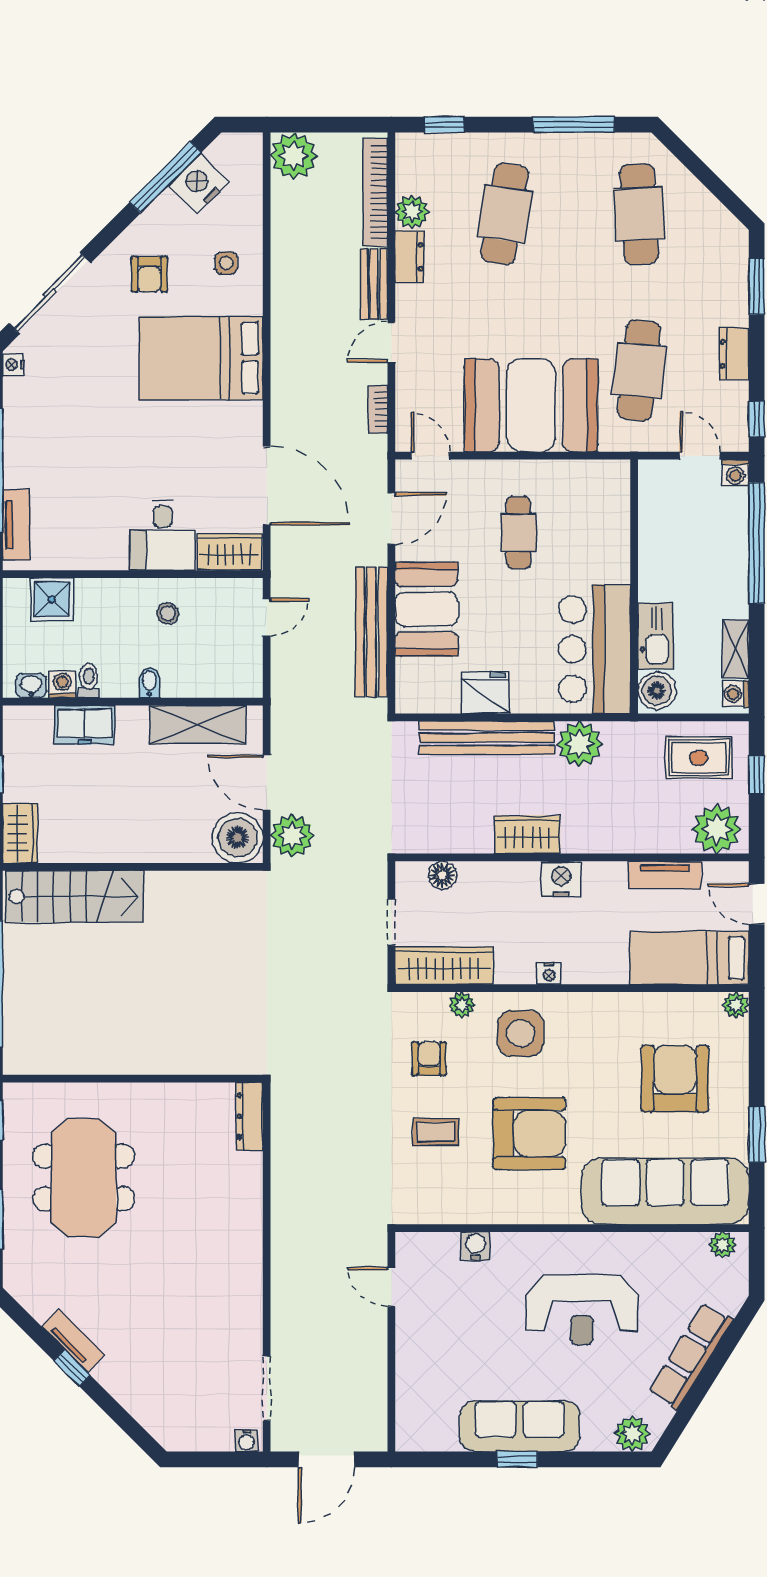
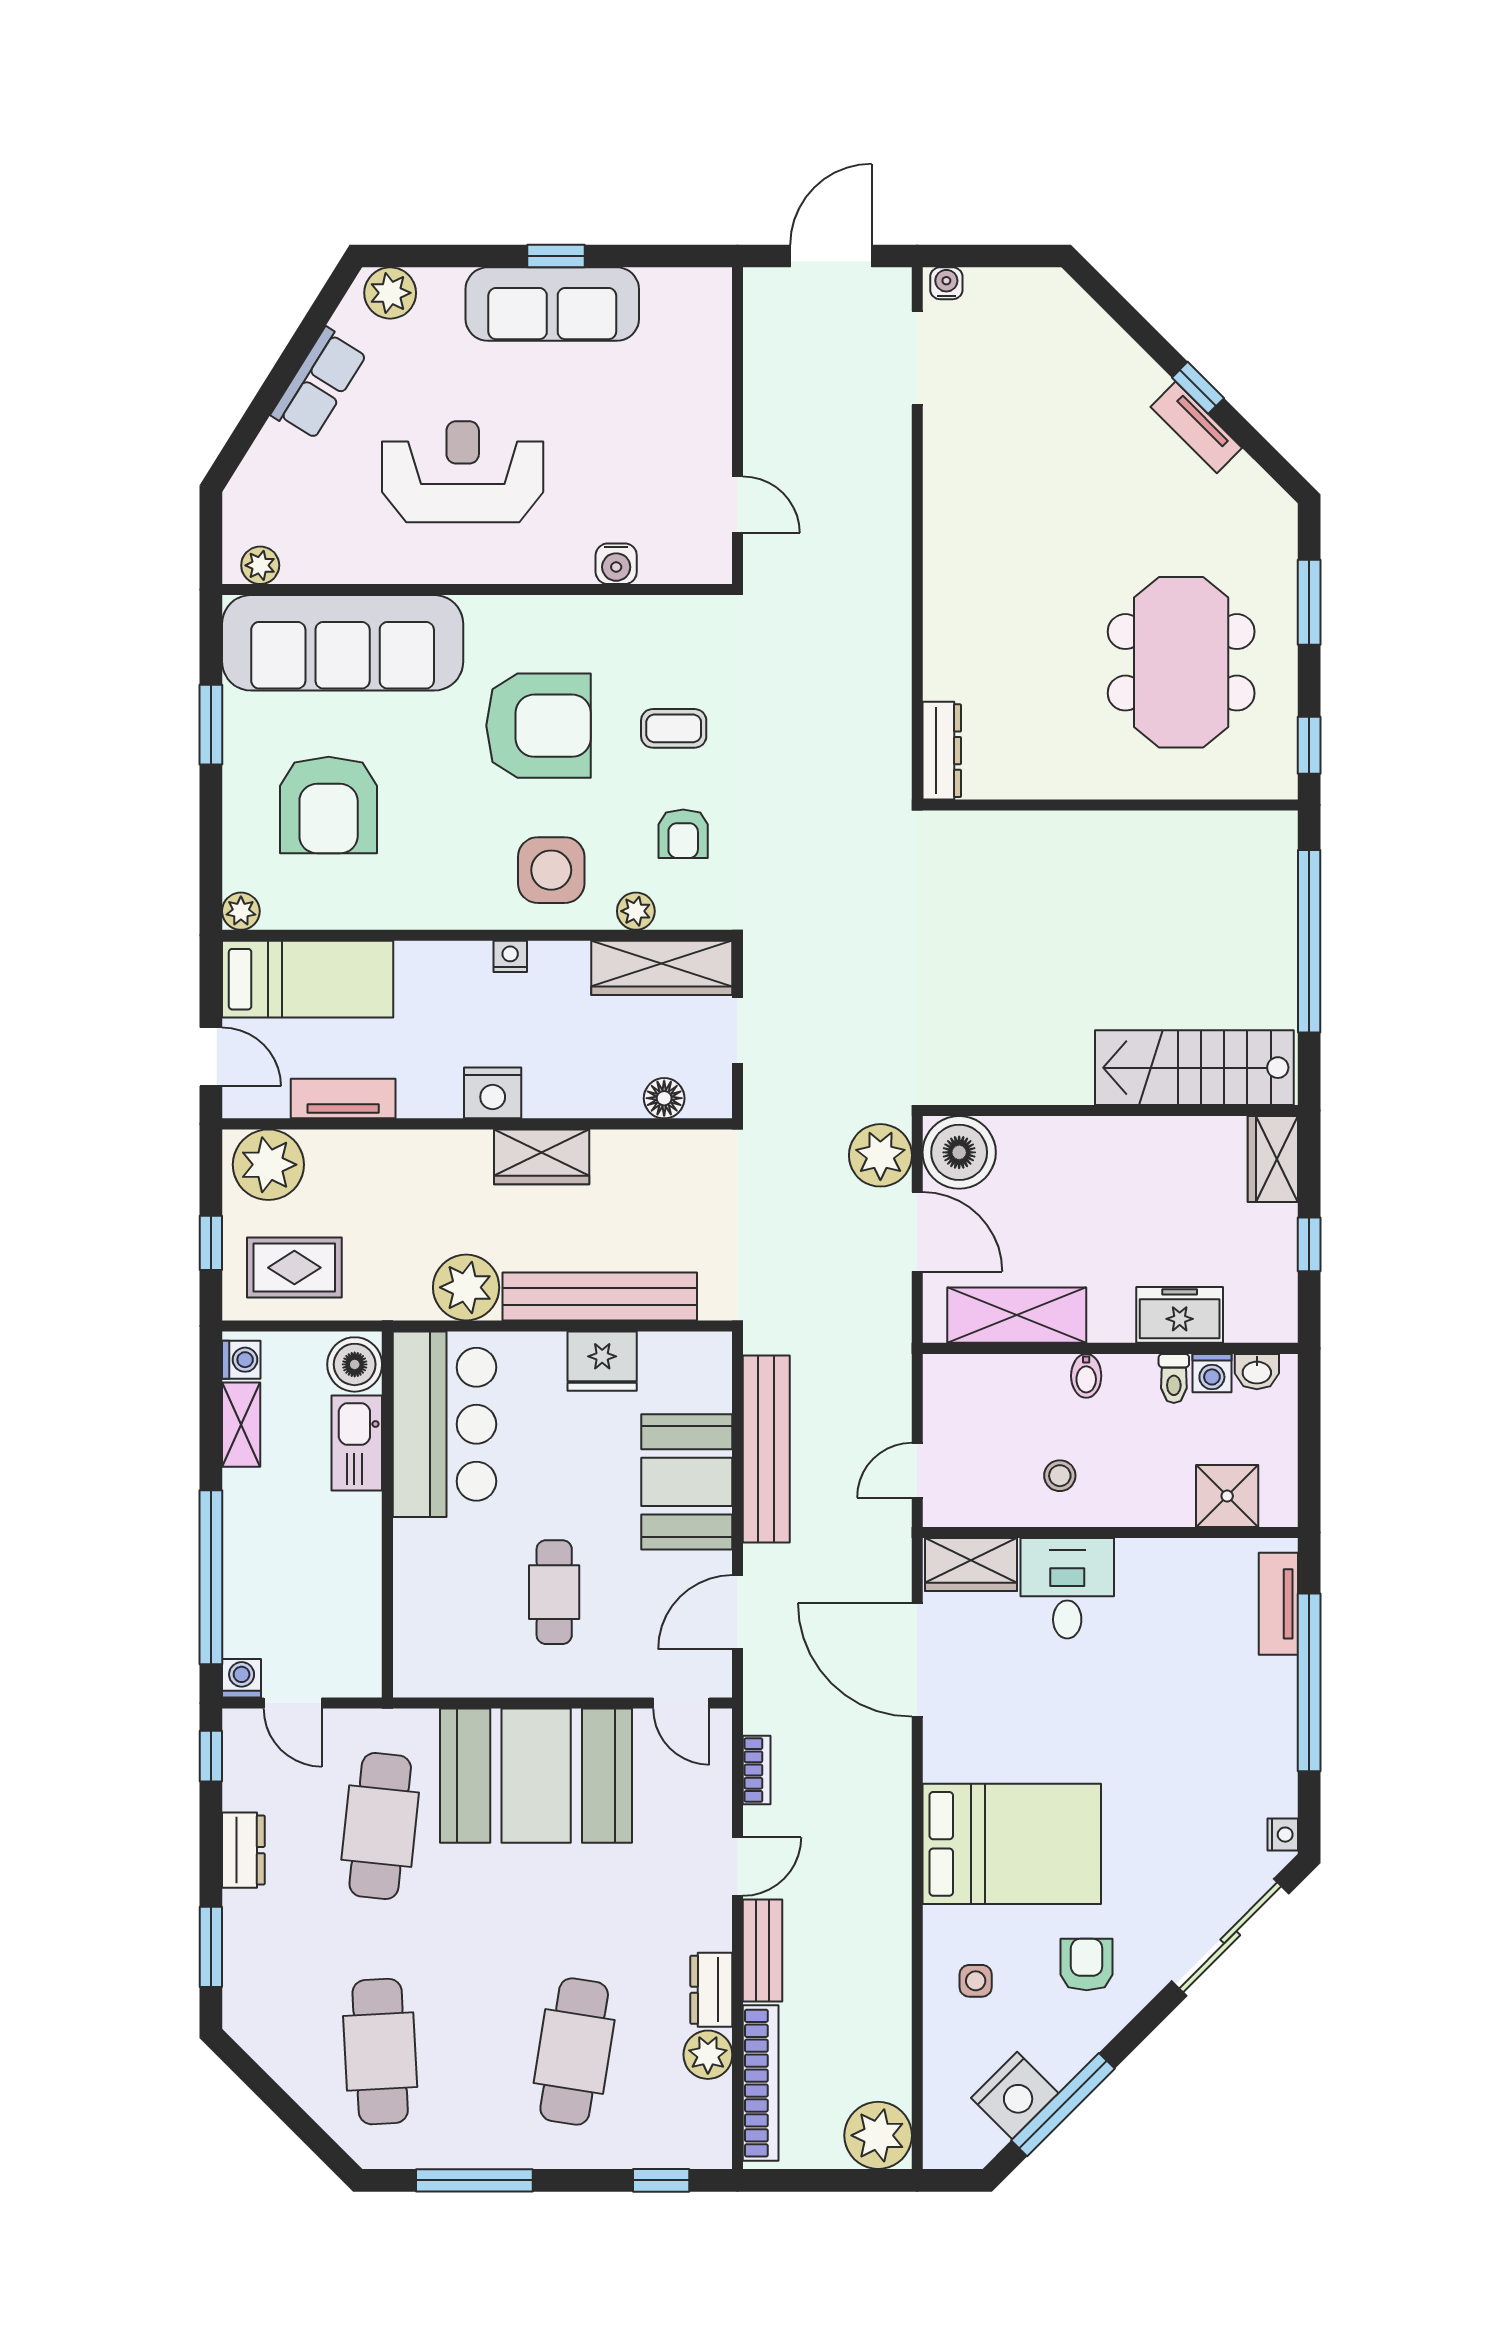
armchair: (529, 1134) -> (539, 726), turned 180
row of seats: (691, 1356) -> (319, 384), width x0.68

